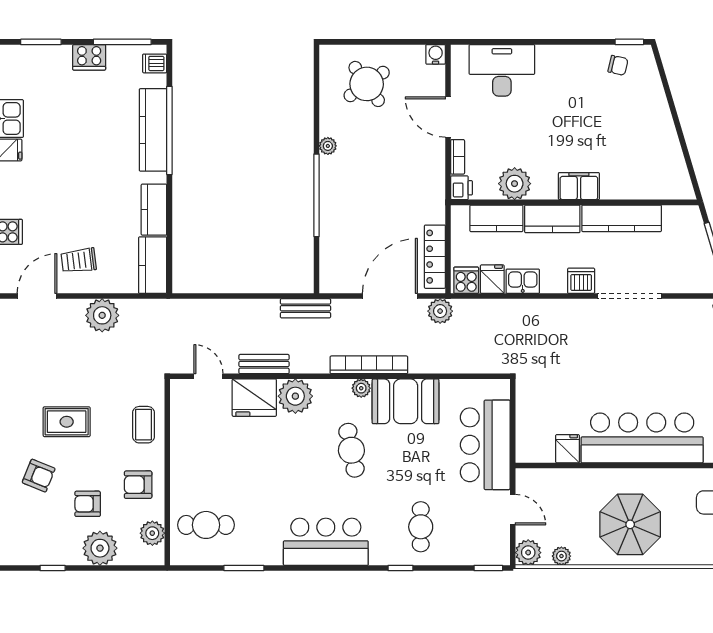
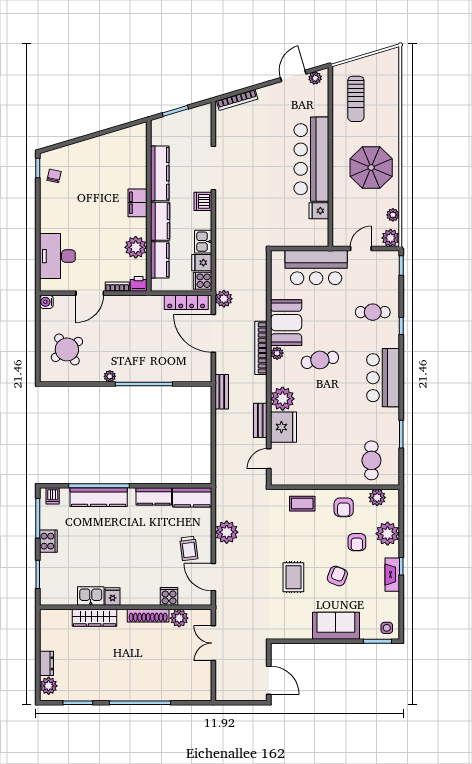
rug: (67, 422) -> (293, 577), moved
fireplace: (41, 555) -> (392, 575), added

